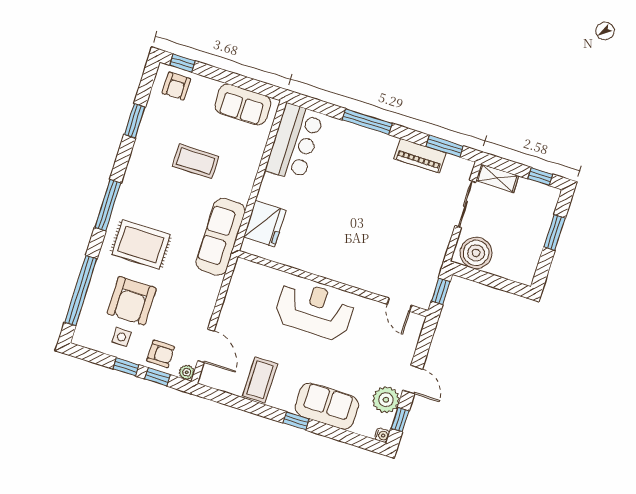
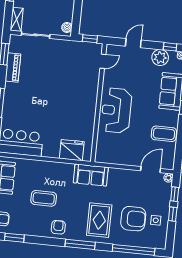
window: (135, 121) -> (14, 238), moved
coffee table: (196, 161) -> (44, 198), turned 90
sofa: (221, 237) -> (91, 175), width x0.73
boiler: (476, 253) -> (67, 27), width x0.54, depth x0.54
armchair: (161, 354) -> (58, 227), moved
door: (413, 380) -> (133, 43), moved

